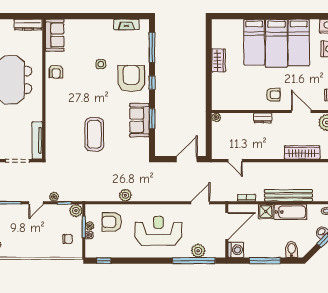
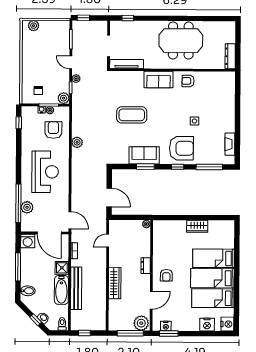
sofa: (55, 35) -> (159, 80), moved
wardrobe: (302, 152) -> (115, 283), moved
door: (200, 203) -> (70, 220), moved

